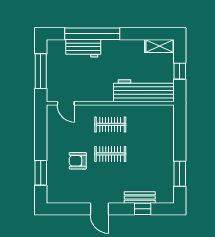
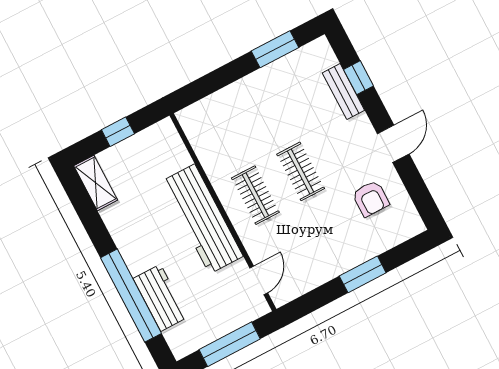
workbench: (144, 91) -> (202, 219), moved
armchair: (78, 161) -> (371, 199), moved
window: (41, 173) -> (363, 274), moved

